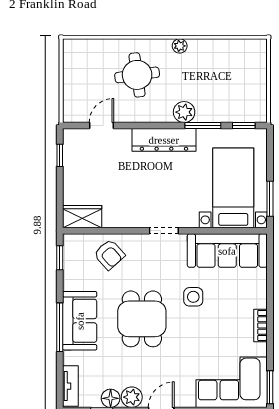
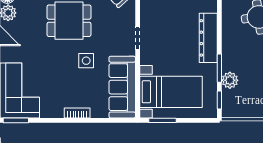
plant: (184, 112) -> (230, 80), moved
bookcase: (261, 325) -> (77, 113), moved

